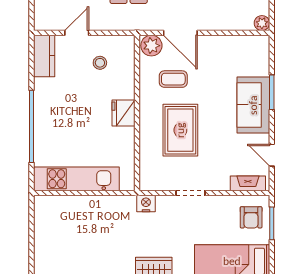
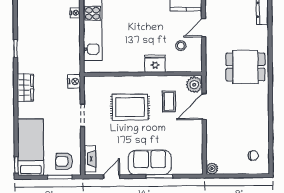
door: (77, 33) -> (204, 28), swing flipped
fridge: (123, 113) -> (155, 64), moved
nightstand: (56, 202) -> (75, 13), added

